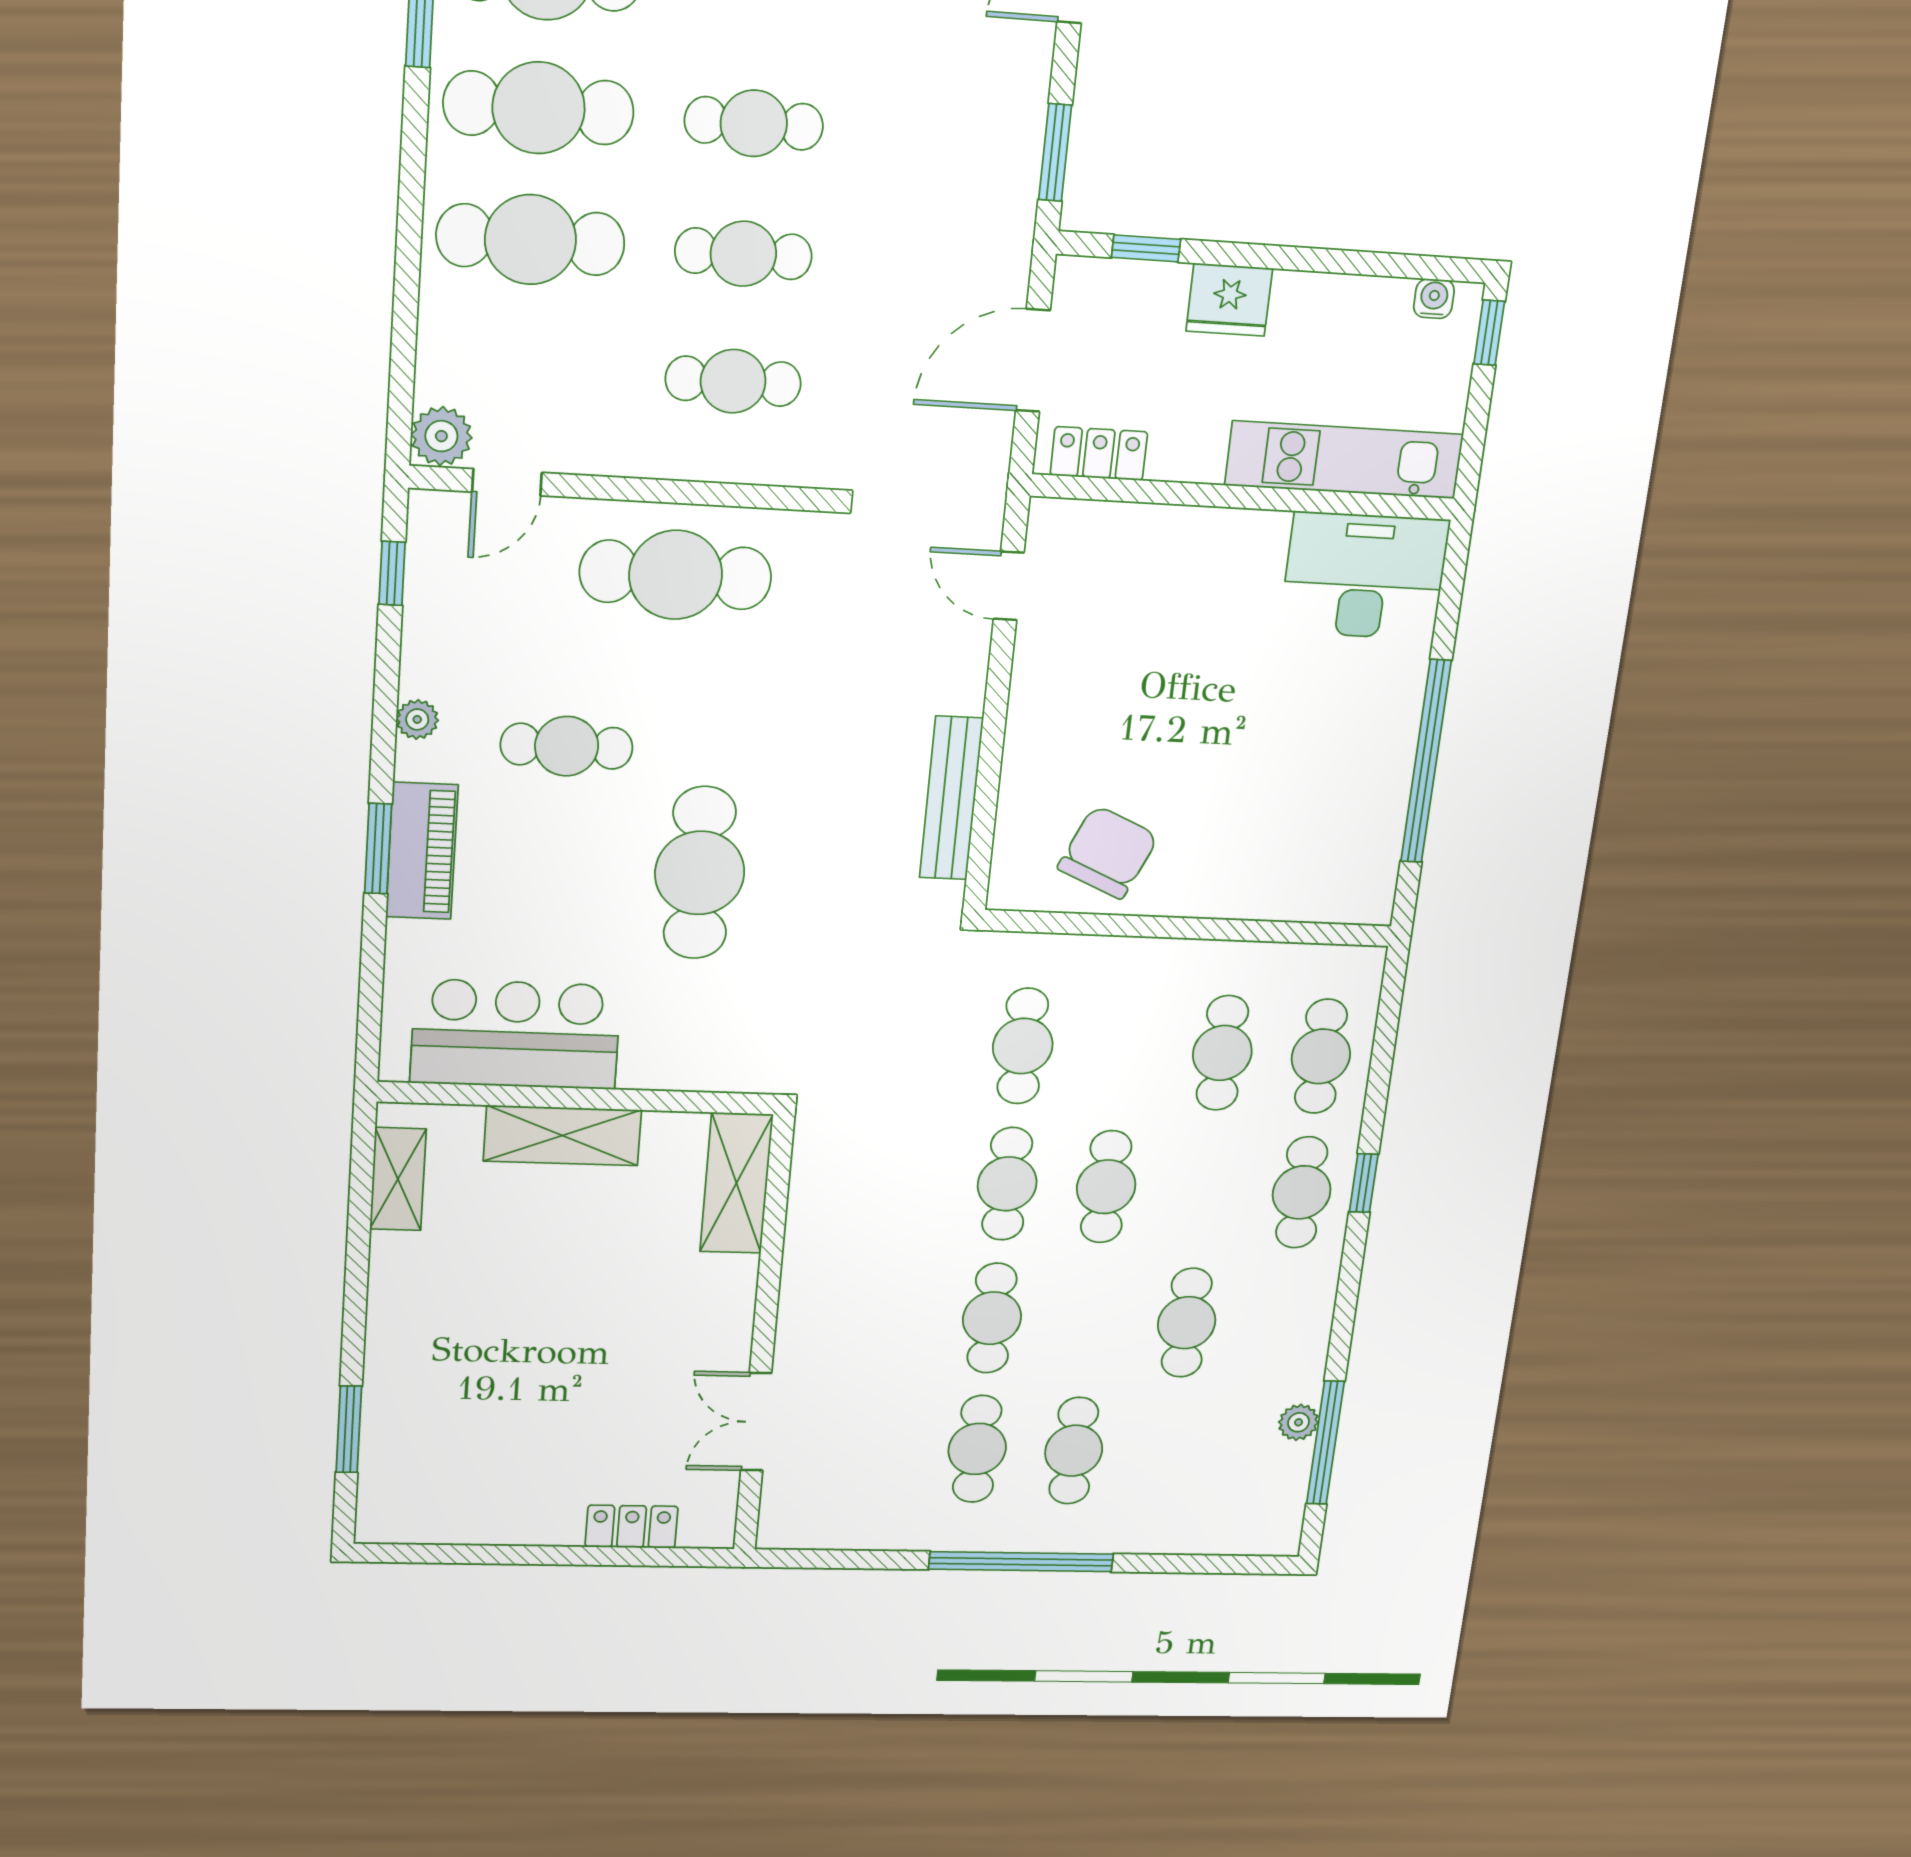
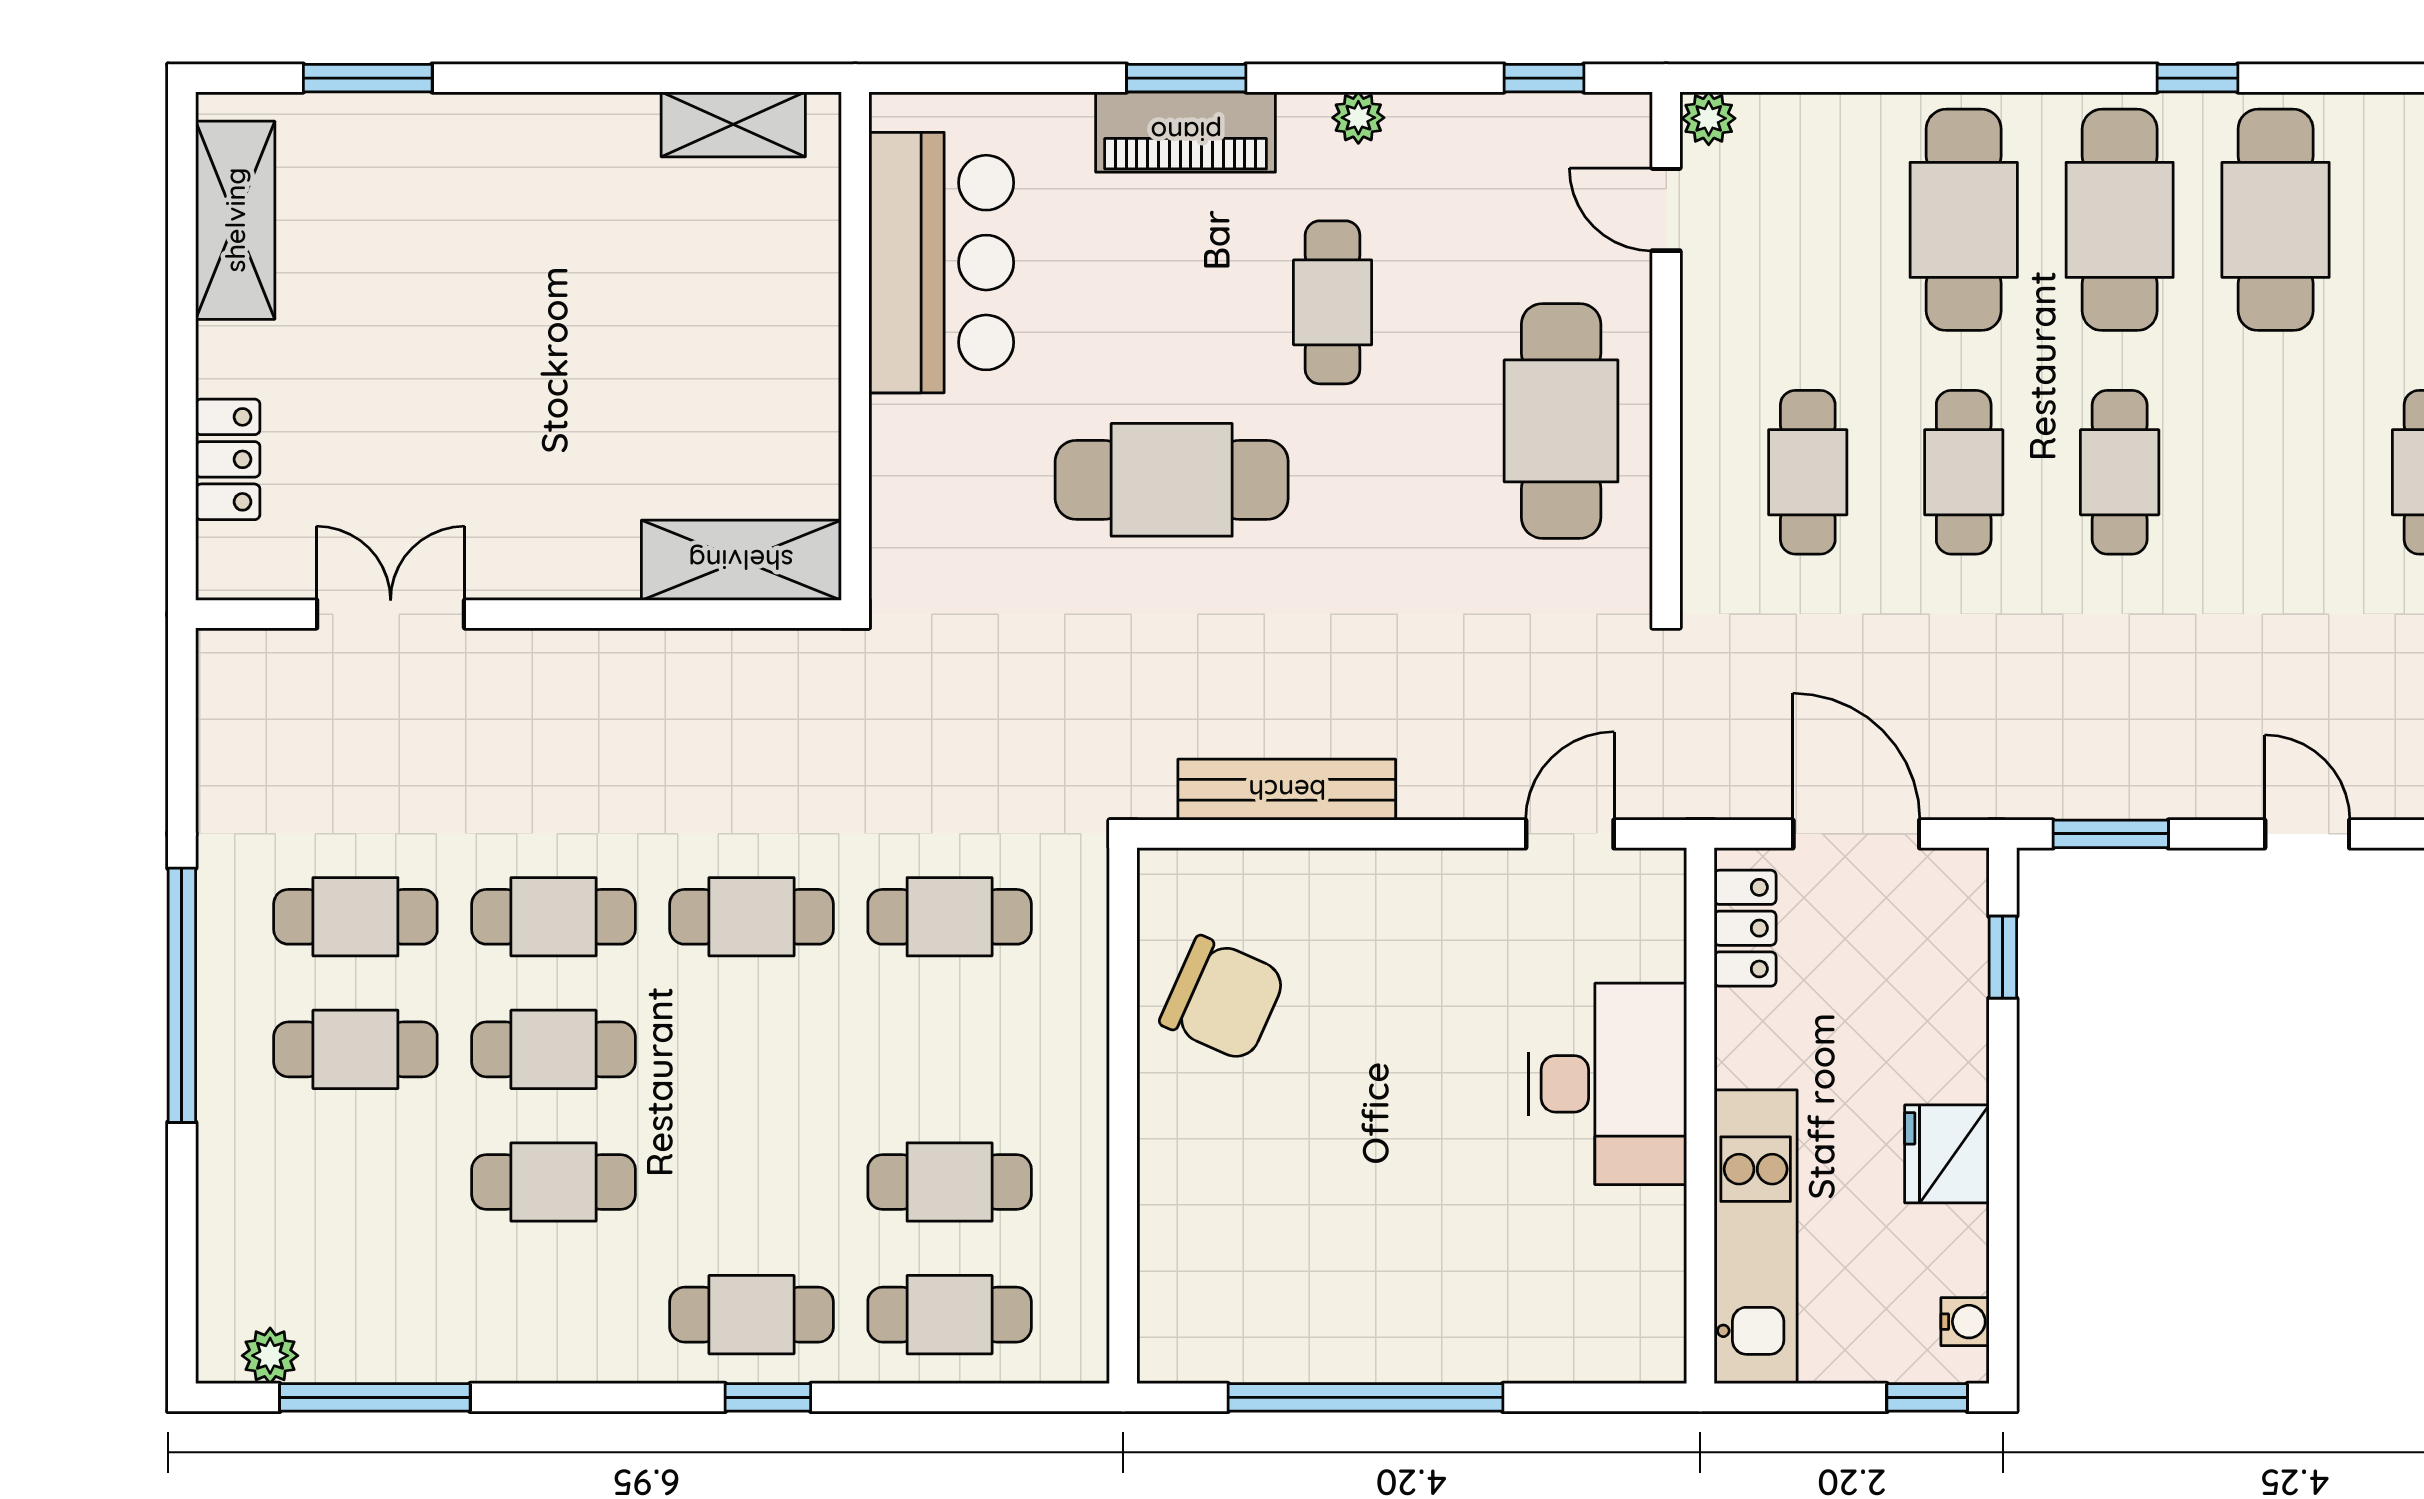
fridge: (1229, 300) -> (1947, 1154), moved
plant: (441, 436) -> (1709, 118), width x0.73, depth x0.73
desk: (1364, 576) -> (1608, 1084), moved
shelving: (562, 1136) -> (235, 220), moved
cafe table: (1106, 1187) -> (553, 1049), moved
plant: (1299, 1422) -> (270, 1356), moved

